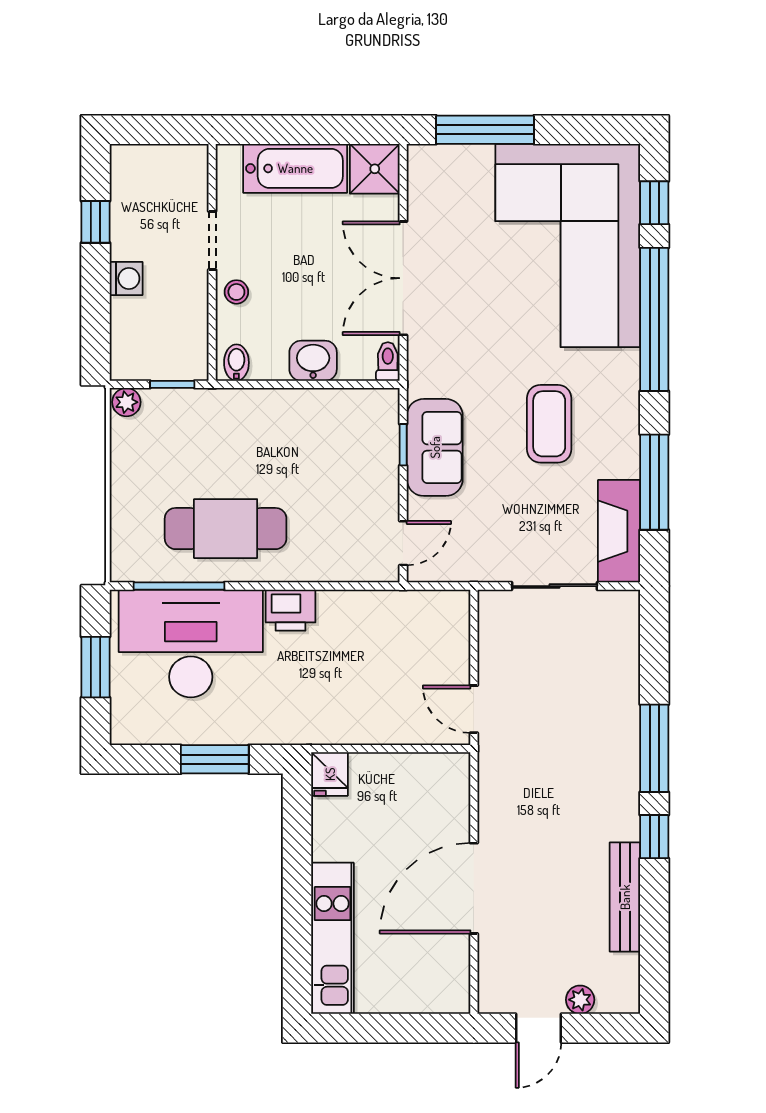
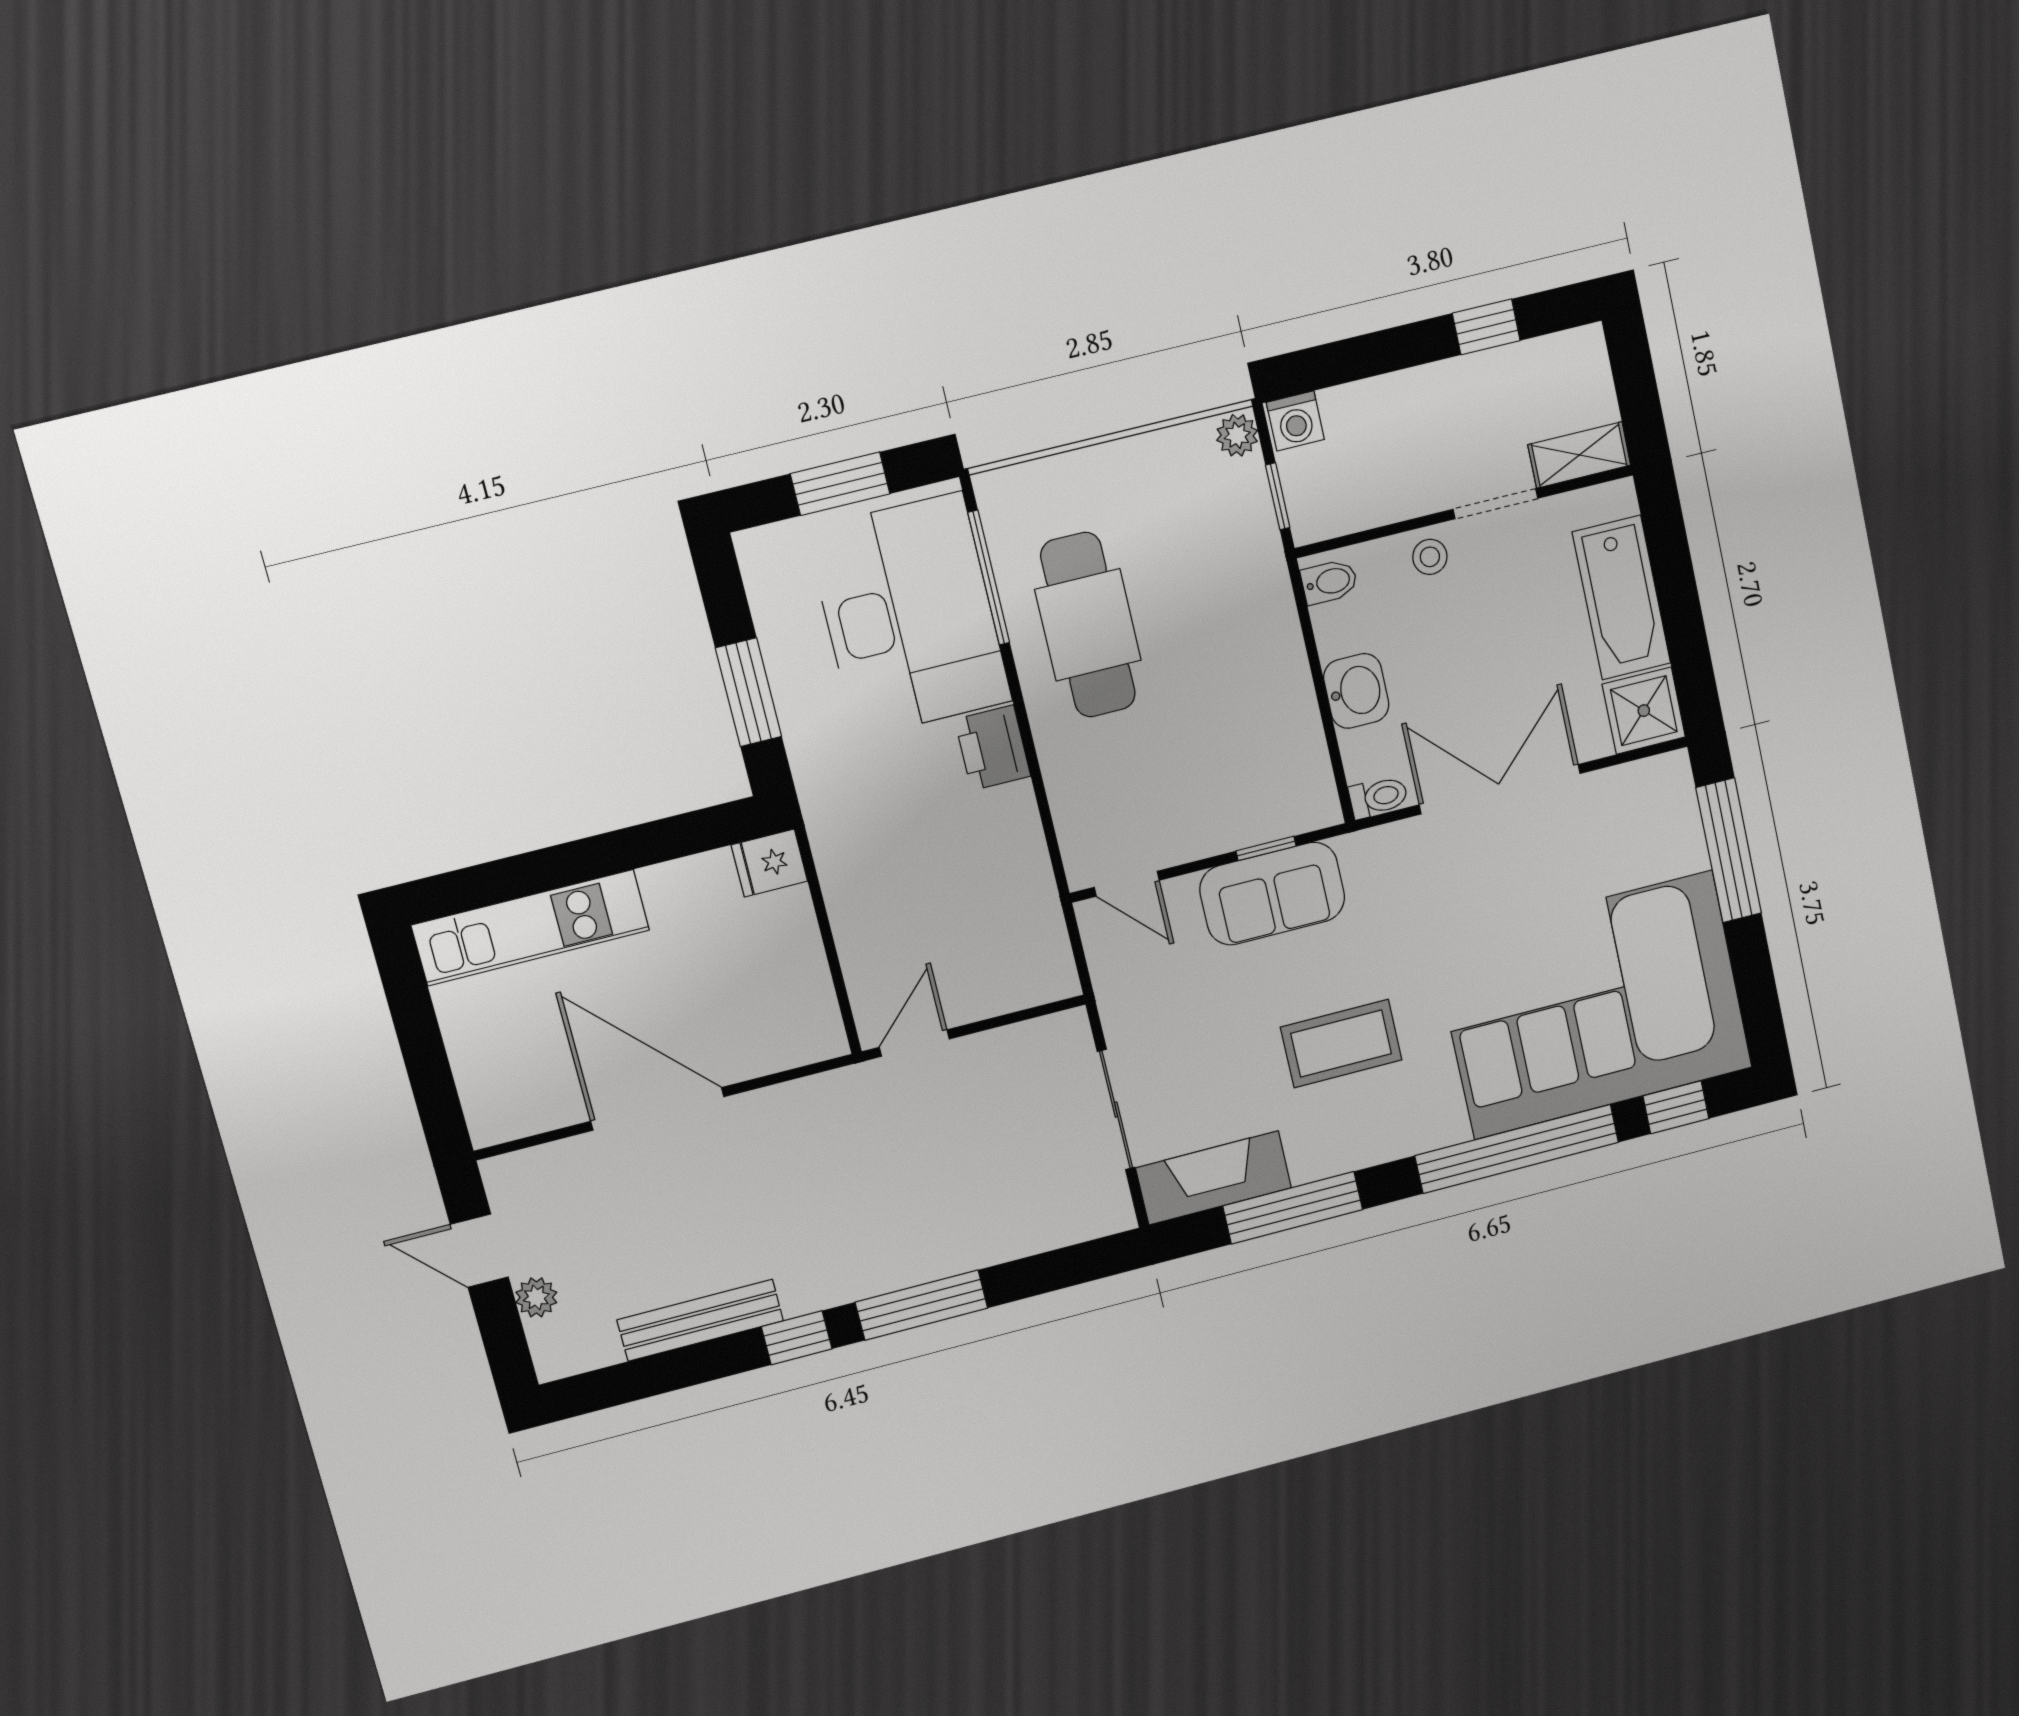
shelving: (194, 177) -> (1579, 455), added
washing machine: (126, 278) -> (1295, 421), moved

